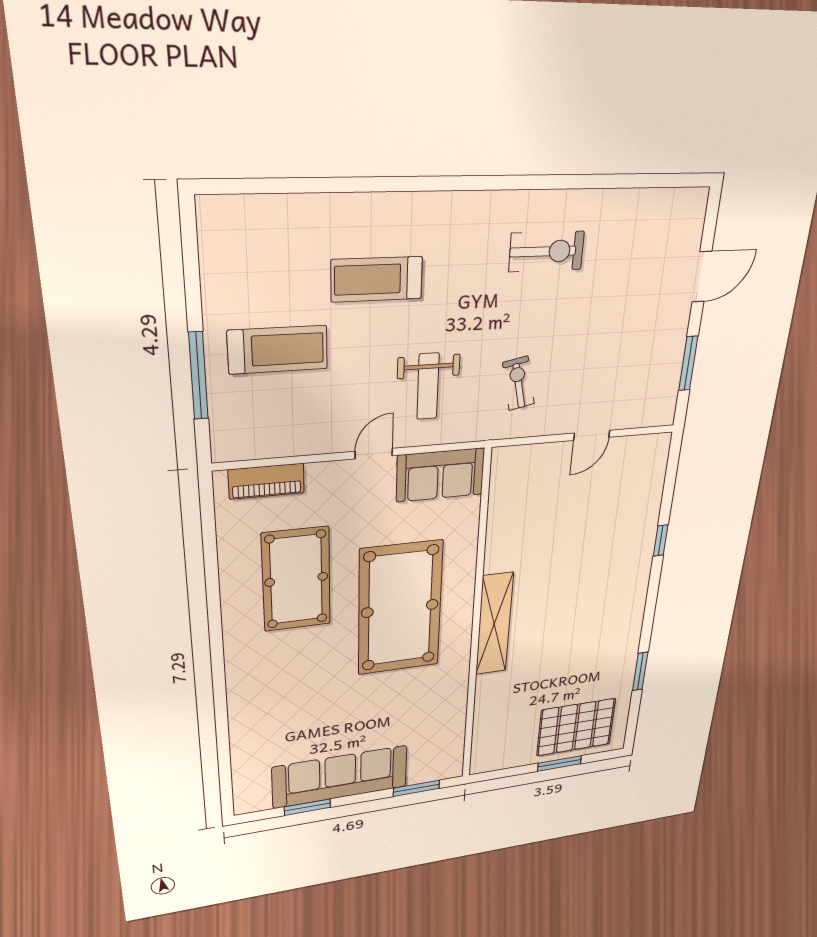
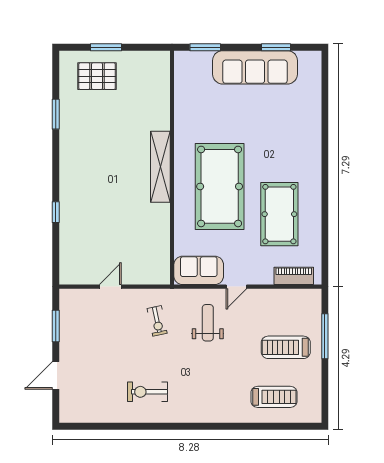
treadmill: (377, 279) -> (274, 397), moved
pallet: (576, 727) -> (97, 76), width x0.73, depth x0.71

